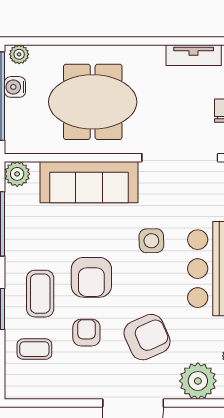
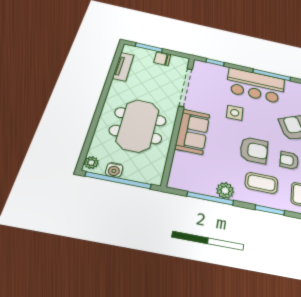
plant: (17, 174) -> (225, 190), moved
sofa: (89, 182) -> (193, 131), width x0.73

